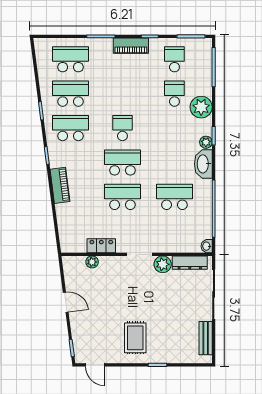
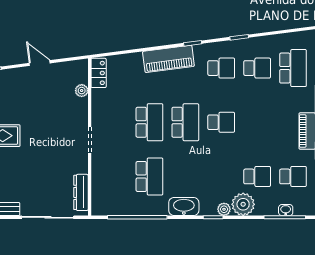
school desk: (70, 94) -> (257, 68), width x0.54
school desk: (70, 128) -> (221, 68), width x0.54
plant: (206, 142) -> (224, 209), moved
piano: (60, 185) -> (168, 59), width x1.37, depth x1.33
locker: (101, 246) -> (99, 73), moved
washbasin: (207, 246) -> (286, 210), moved
plant: (163, 264) -> (79, 164), removed
door: (66, 302) -> (40, 63), swing flipped

